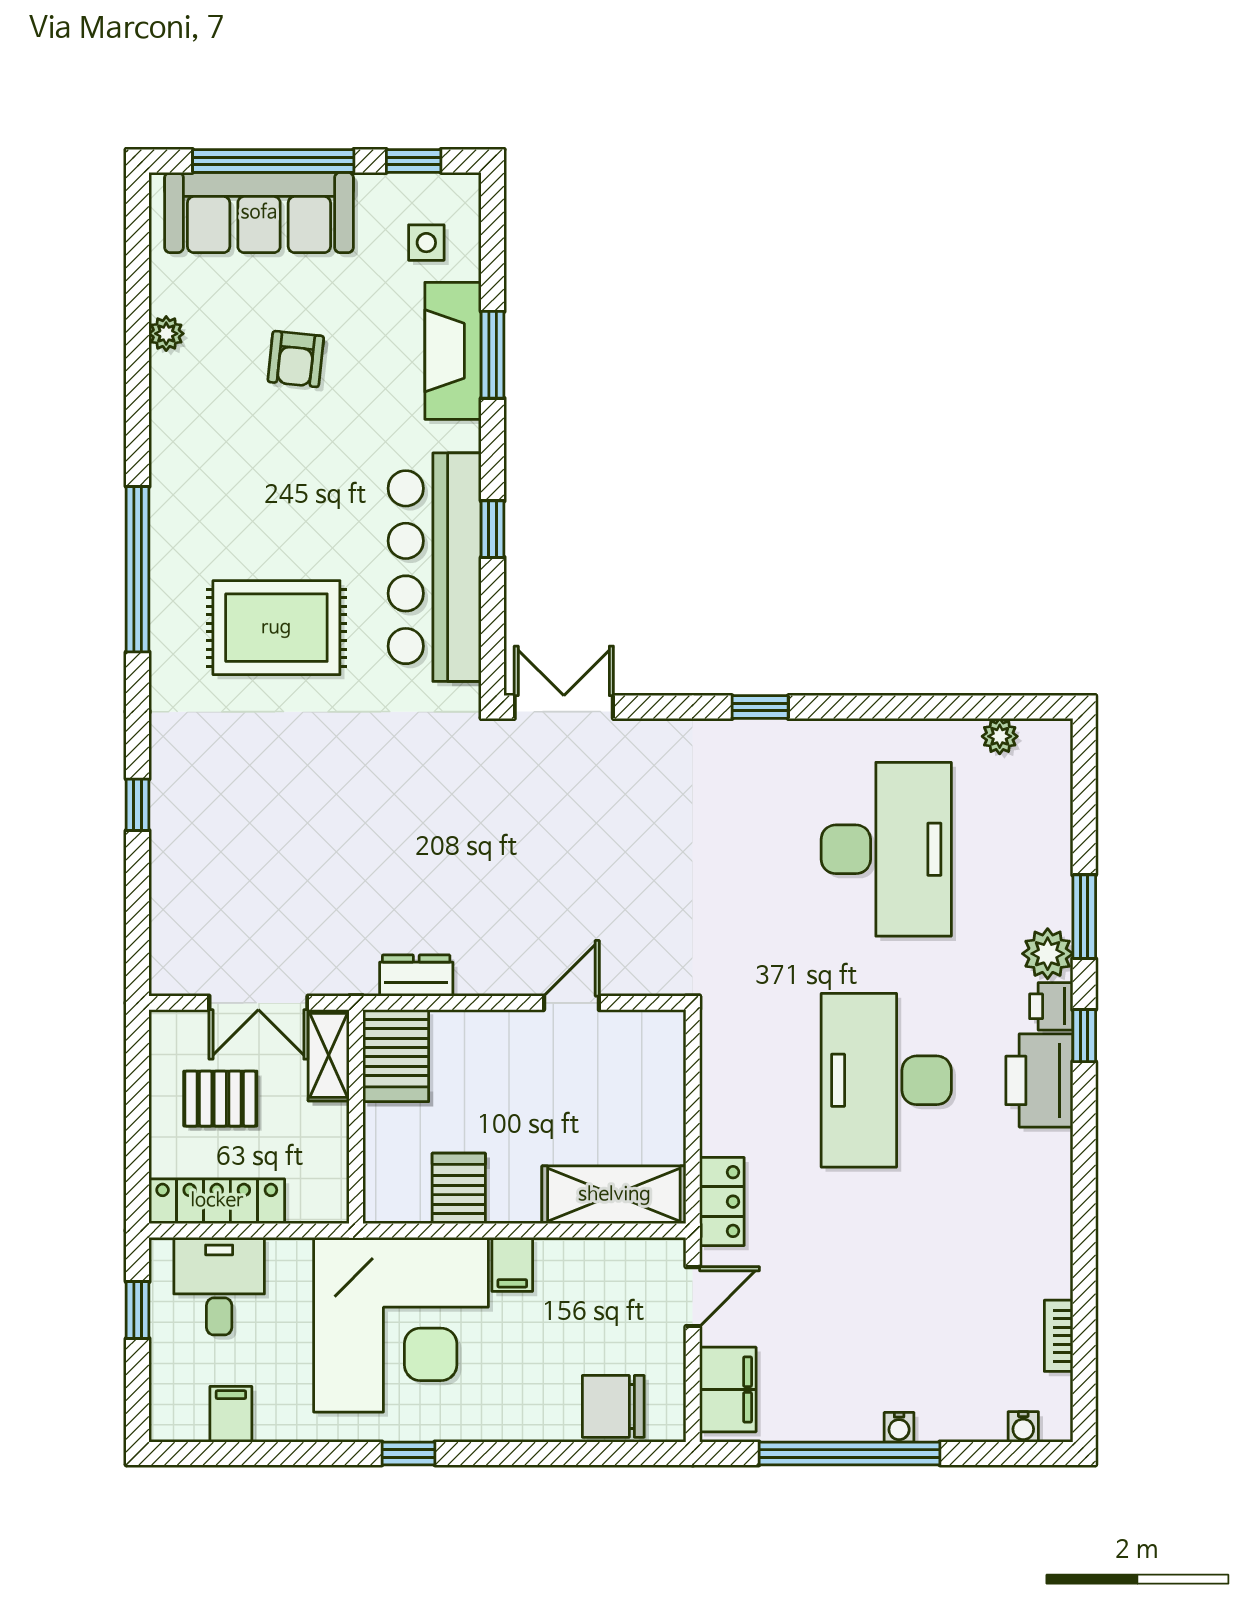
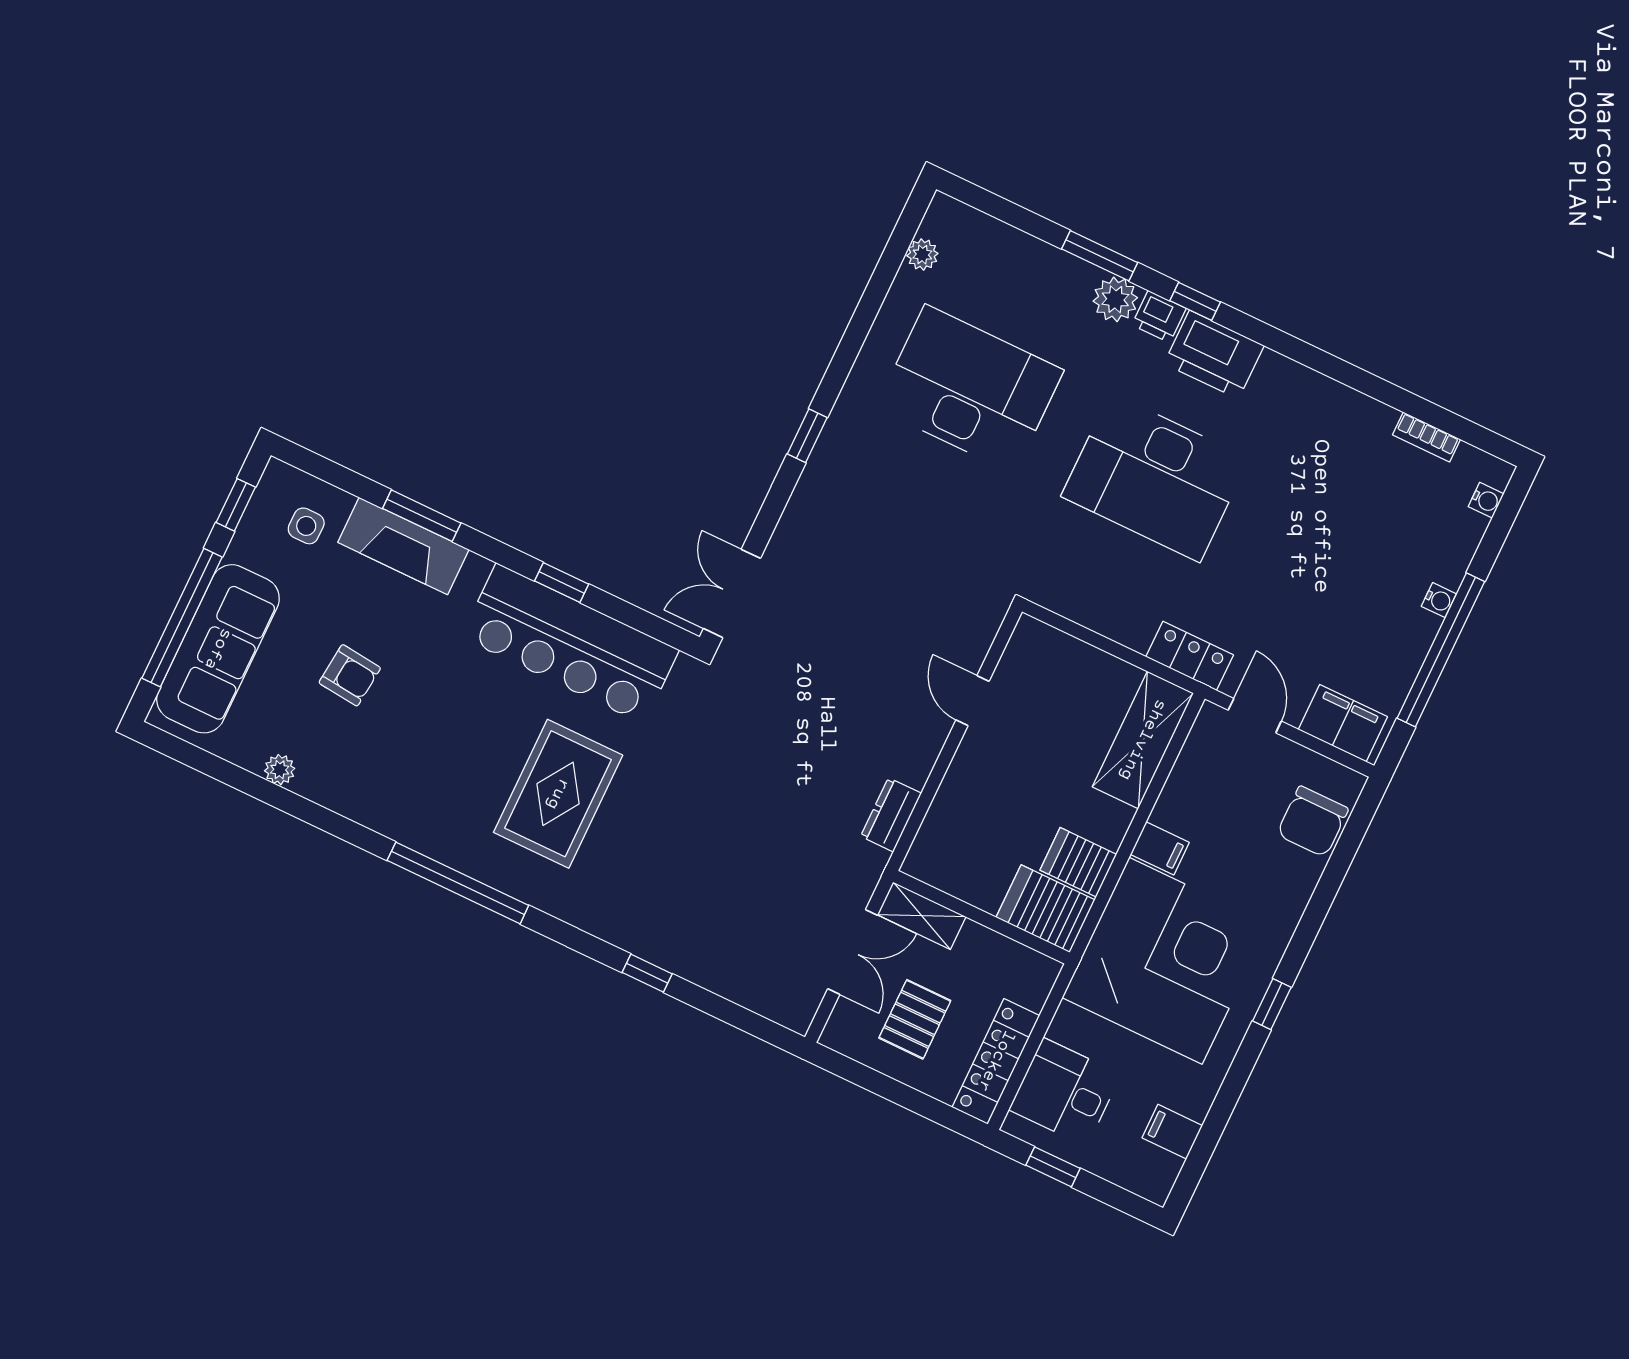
server rack: (396, 1056) -> (1045, 909), moved, turned 180

